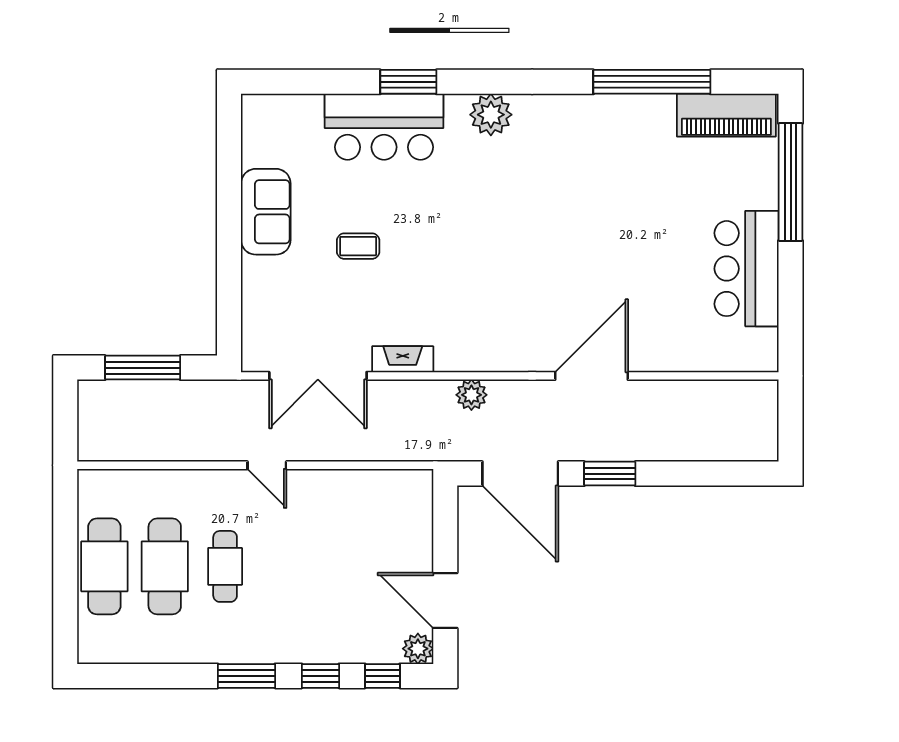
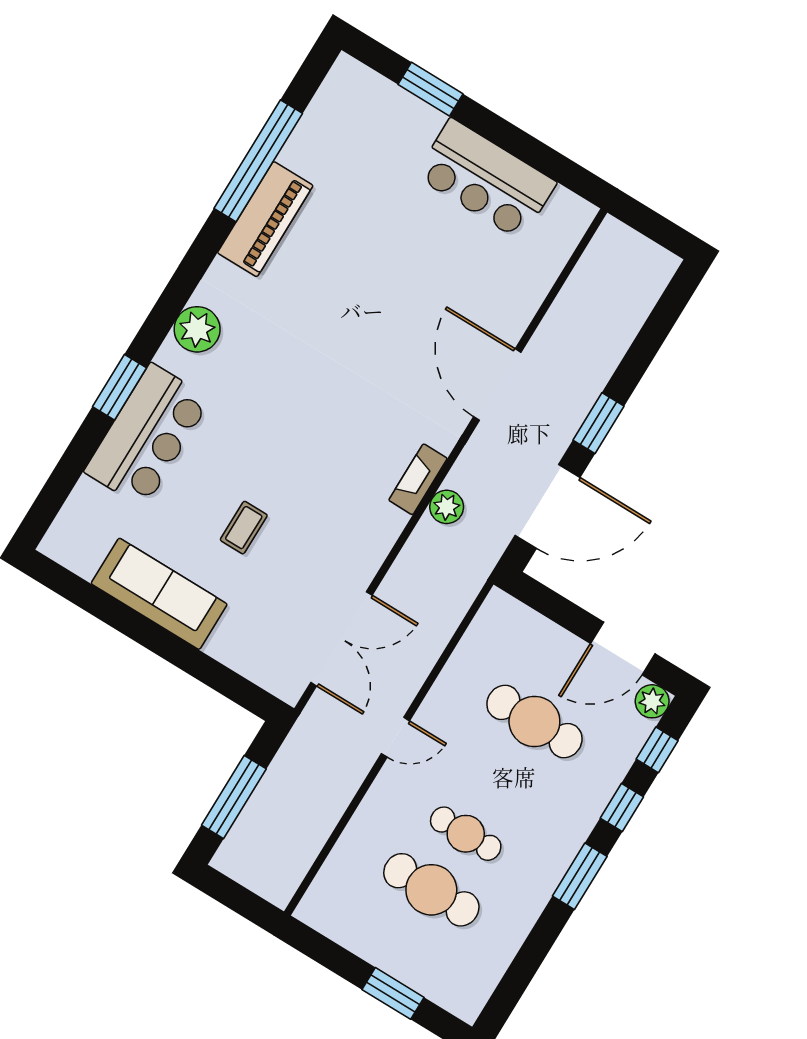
piano: (726, 115) -> (265, 219), moved
window: (791, 182) -> (430, 89), width x0.47
sofa: (266, 212) -> (159, 594), width x1.36
fireplace: (403, 359) -> (418, 479), moved
cafe table: (104, 566) -> (534, 721), moved
window: (65, 586) -> (393, 993), added

